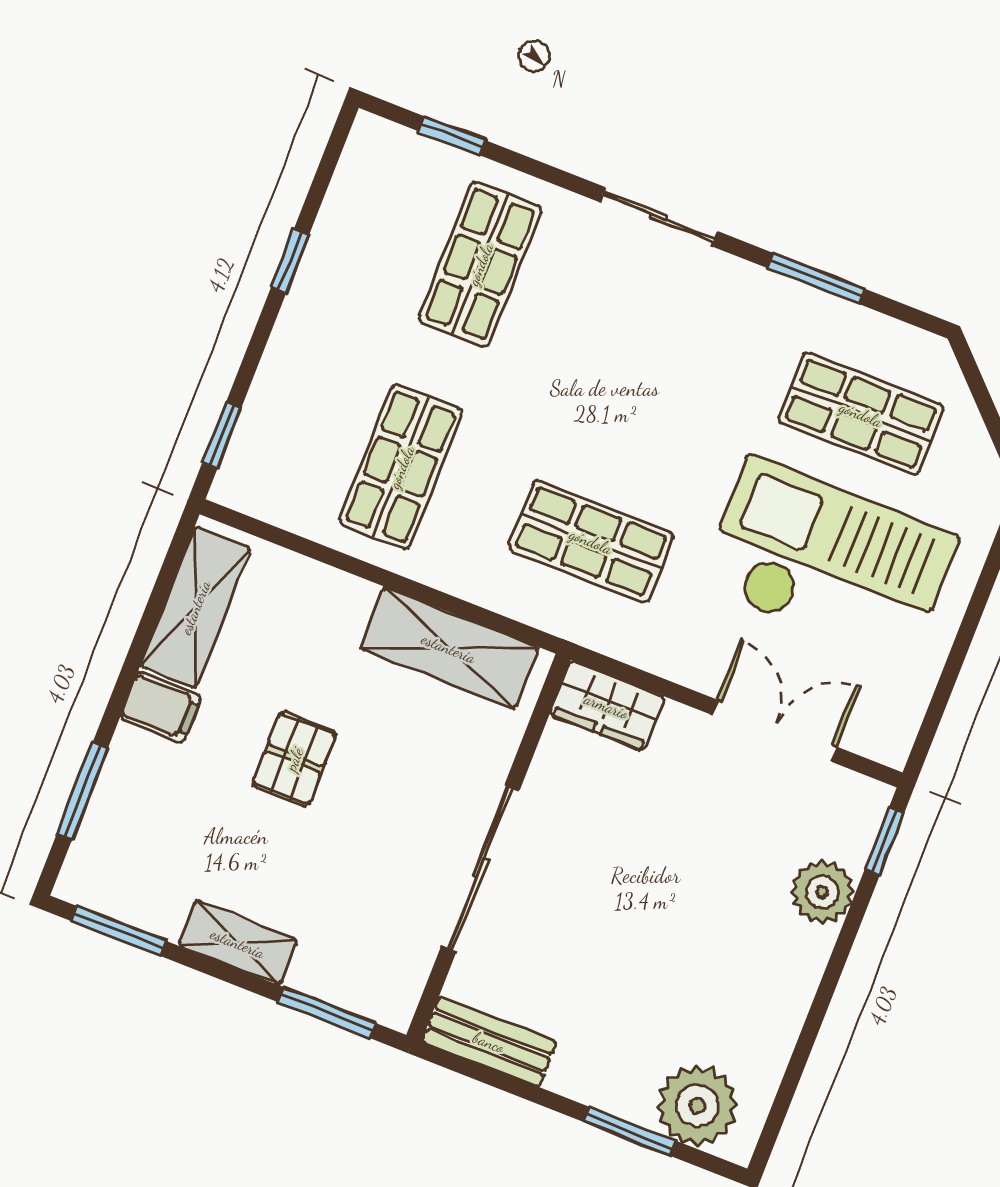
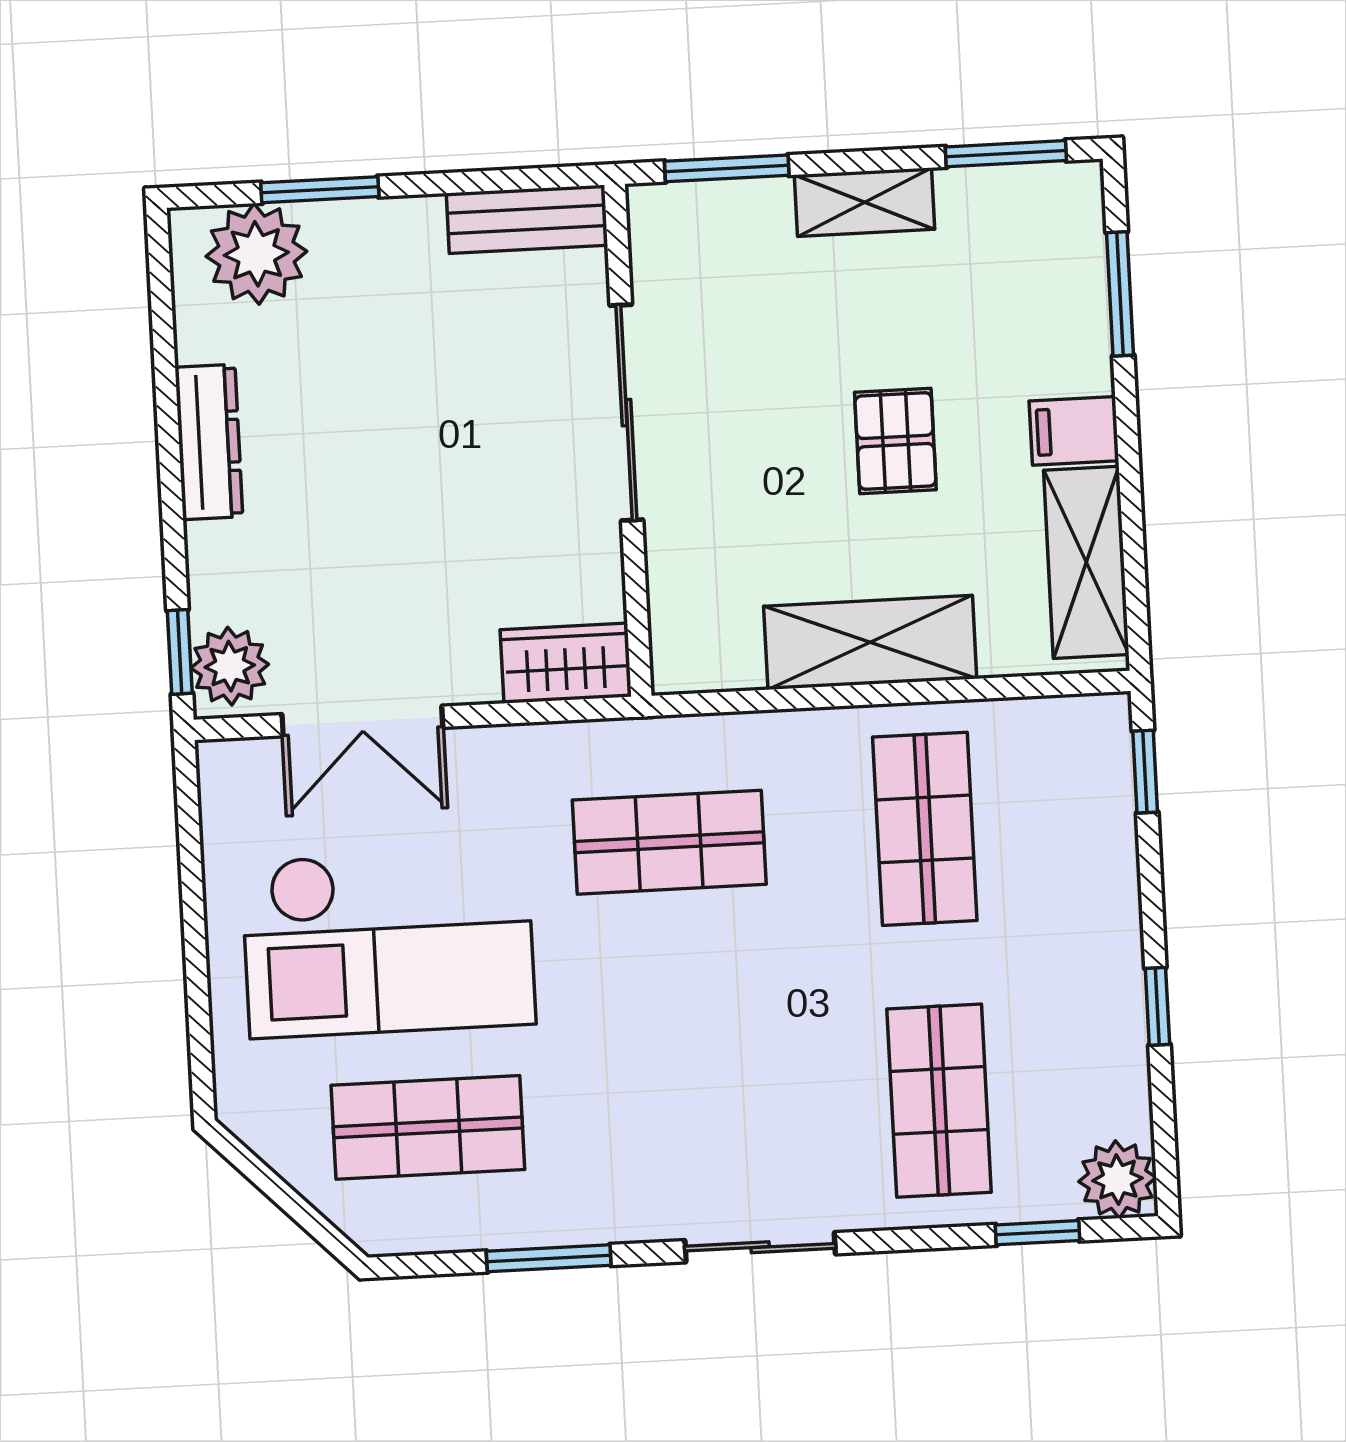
plant: (376, 148) -> (1117, 1179), added
shelving: (449, 648) -> (870, 642), moved
plant: (822, 892) -> (230, 666), moved
dresser: (794, 984) -> (209, 442), added

